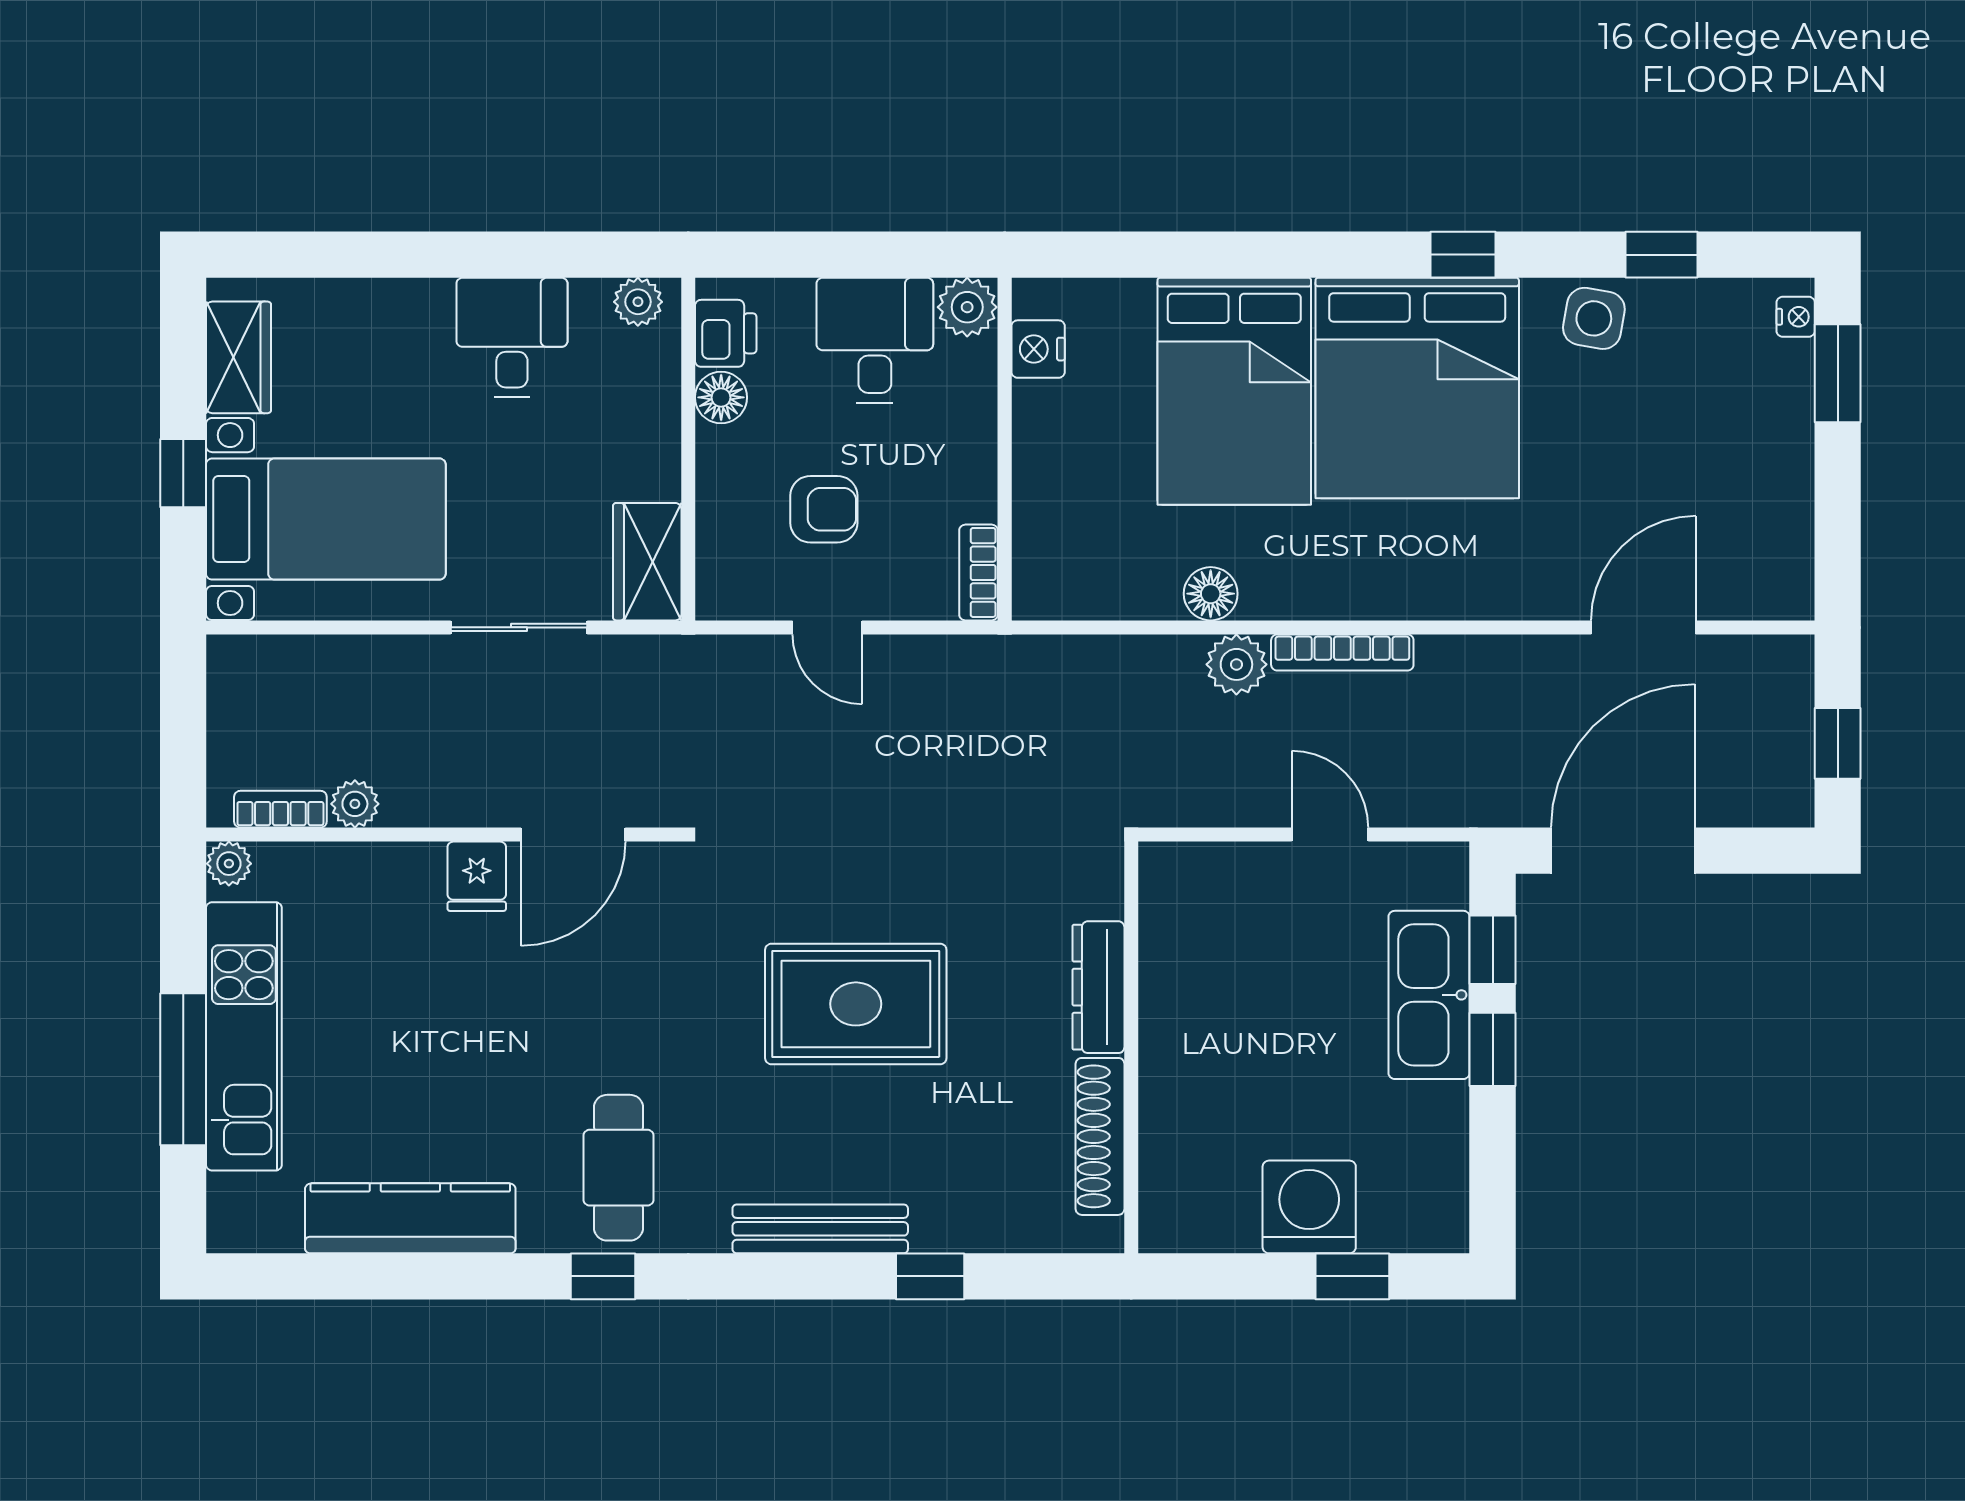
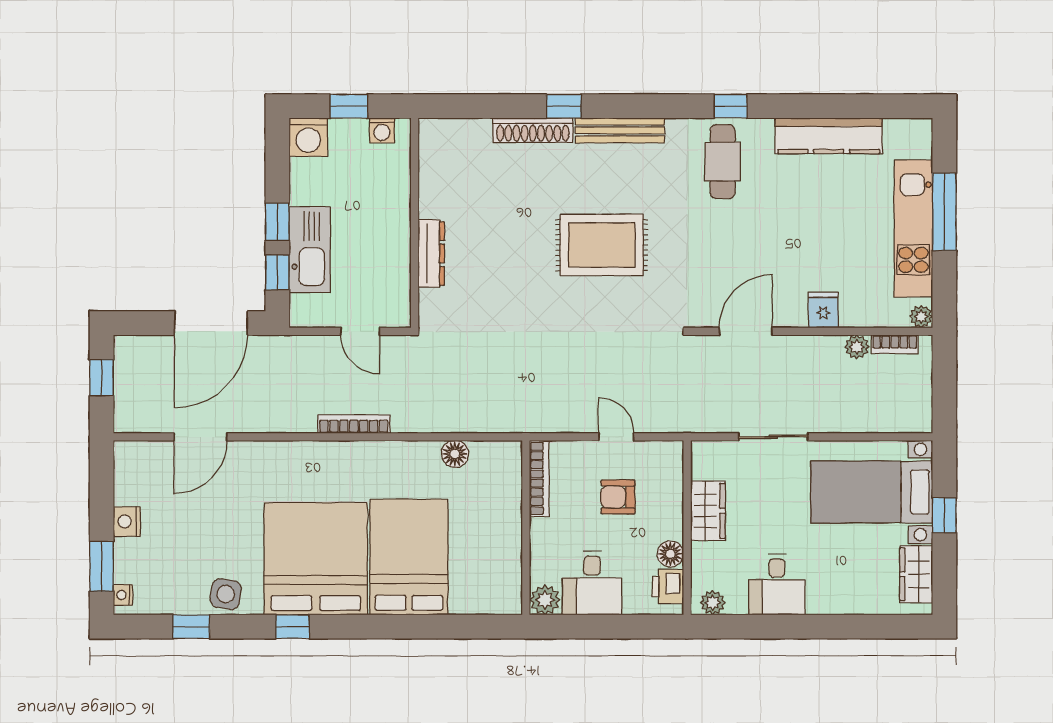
nightstand: (1038, 349) -> (127, 522), moved, turned 180
wardrobe: (647, 562) -> (708, 511), moved
bookcase: (979, 572) -> (539, 478), width x1.56
floor lamp: (1211, 594) -> (455, 454), moved
plant: (1236, 664) -> (408, 418), removed
fridge: (477, 876) -> (823, 310), moved
dresser: (1098, 987) -> (431, 254), moved
wall: (1131, 1047) -> (415, 223), moved
shoe rack: (1100, 1136) -> (533, 130), moved, turned 90
washing machine: (1309, 1207) -> (382, 130), width x0.53, depth x0.53
washing machine: (1432, 1216) -> (308, 137), added

